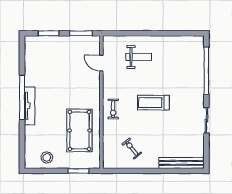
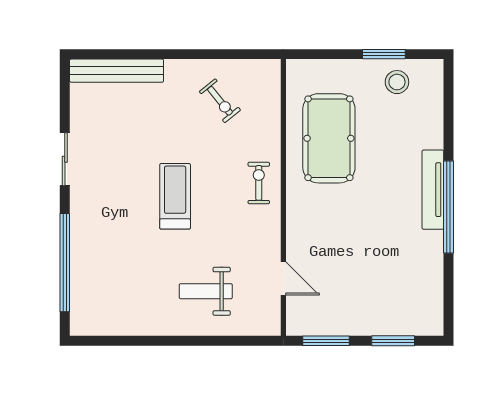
treadmill: (153, 103) -> (175, 196), turned -90
window: (78, 171) -> (384, 54), moved

